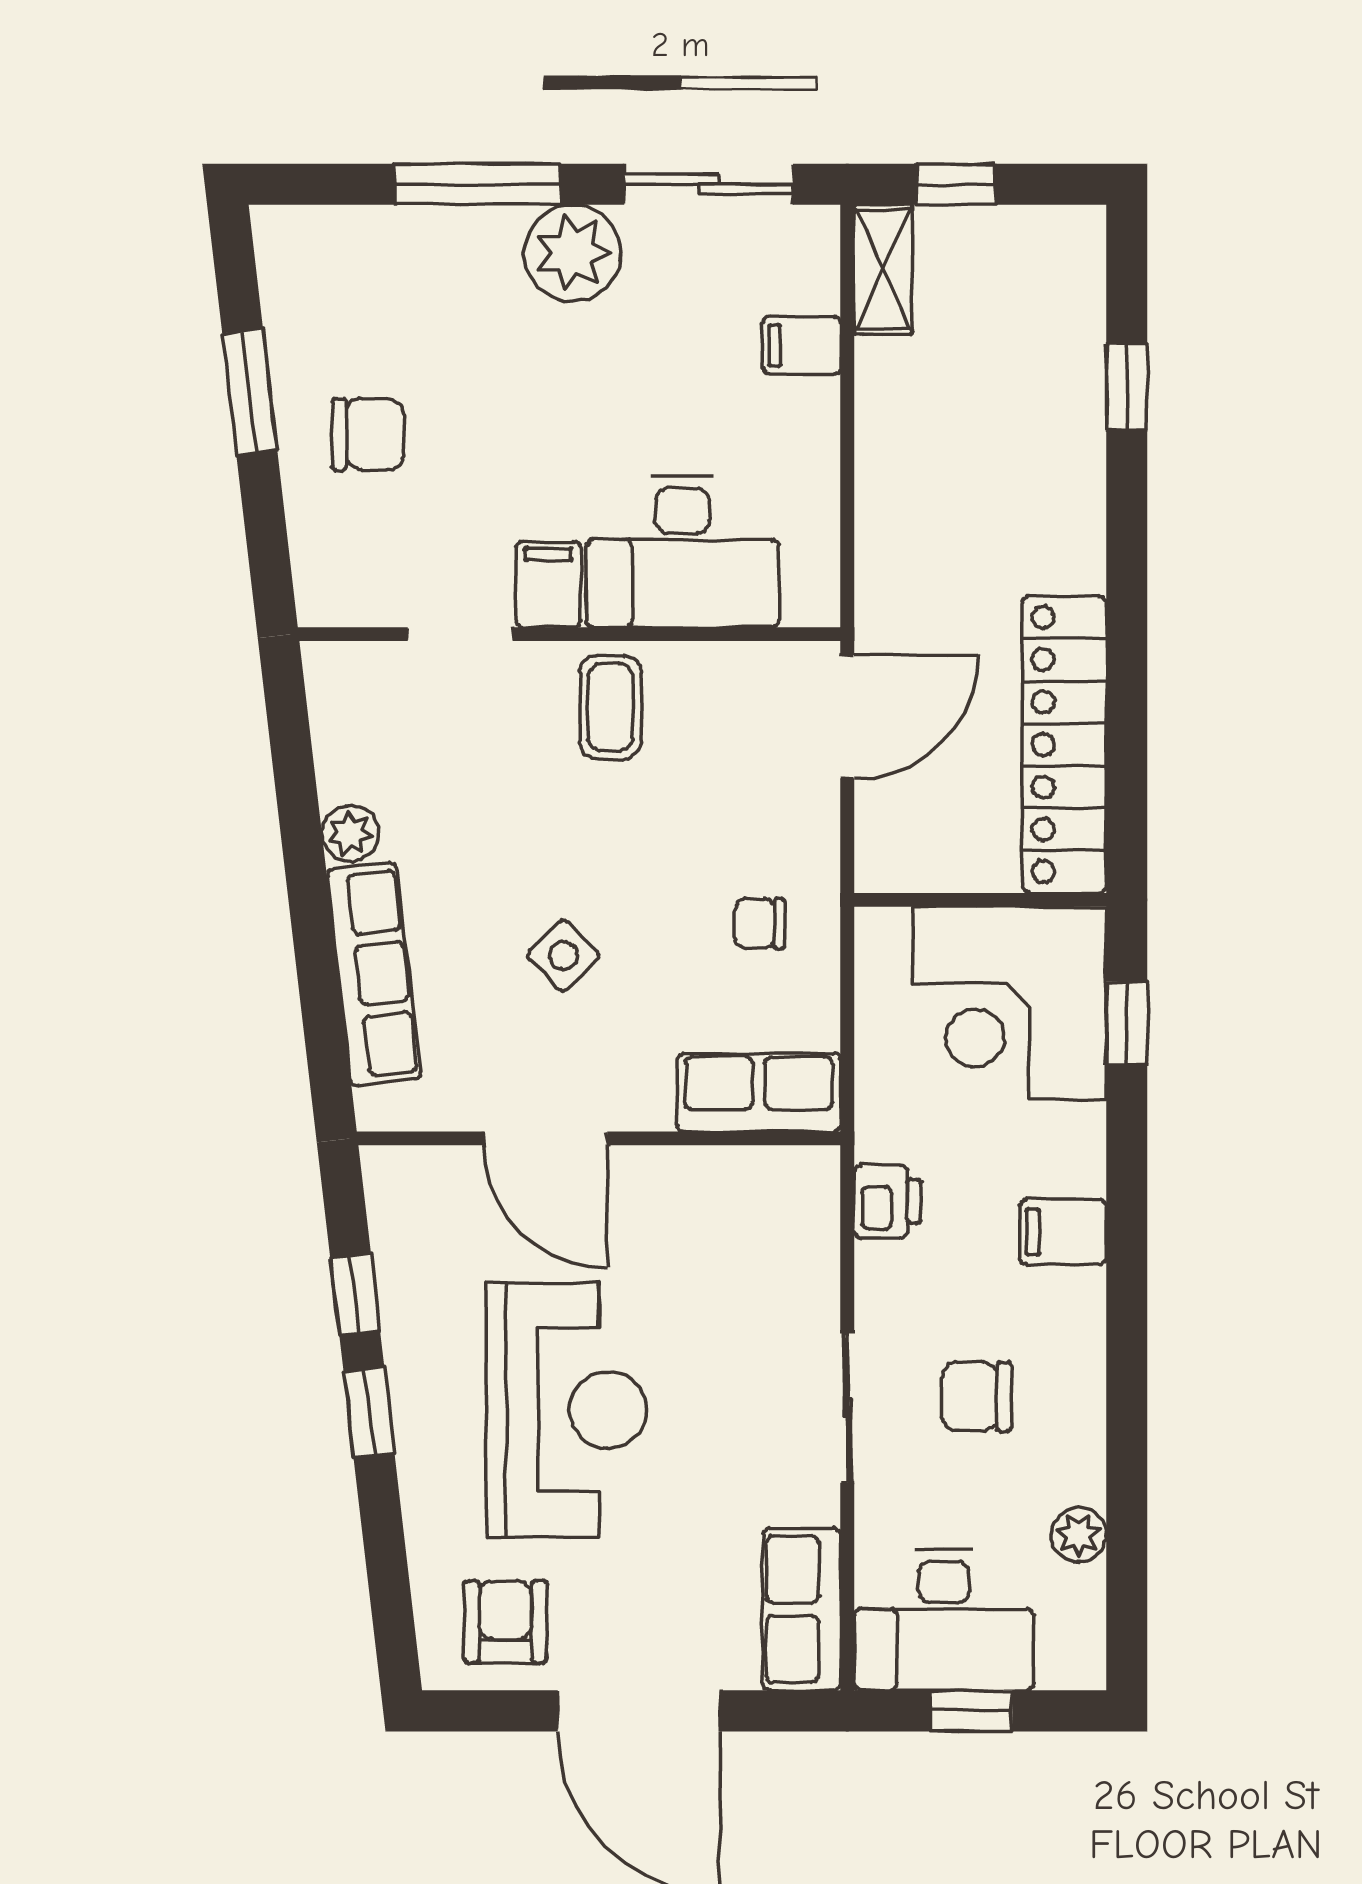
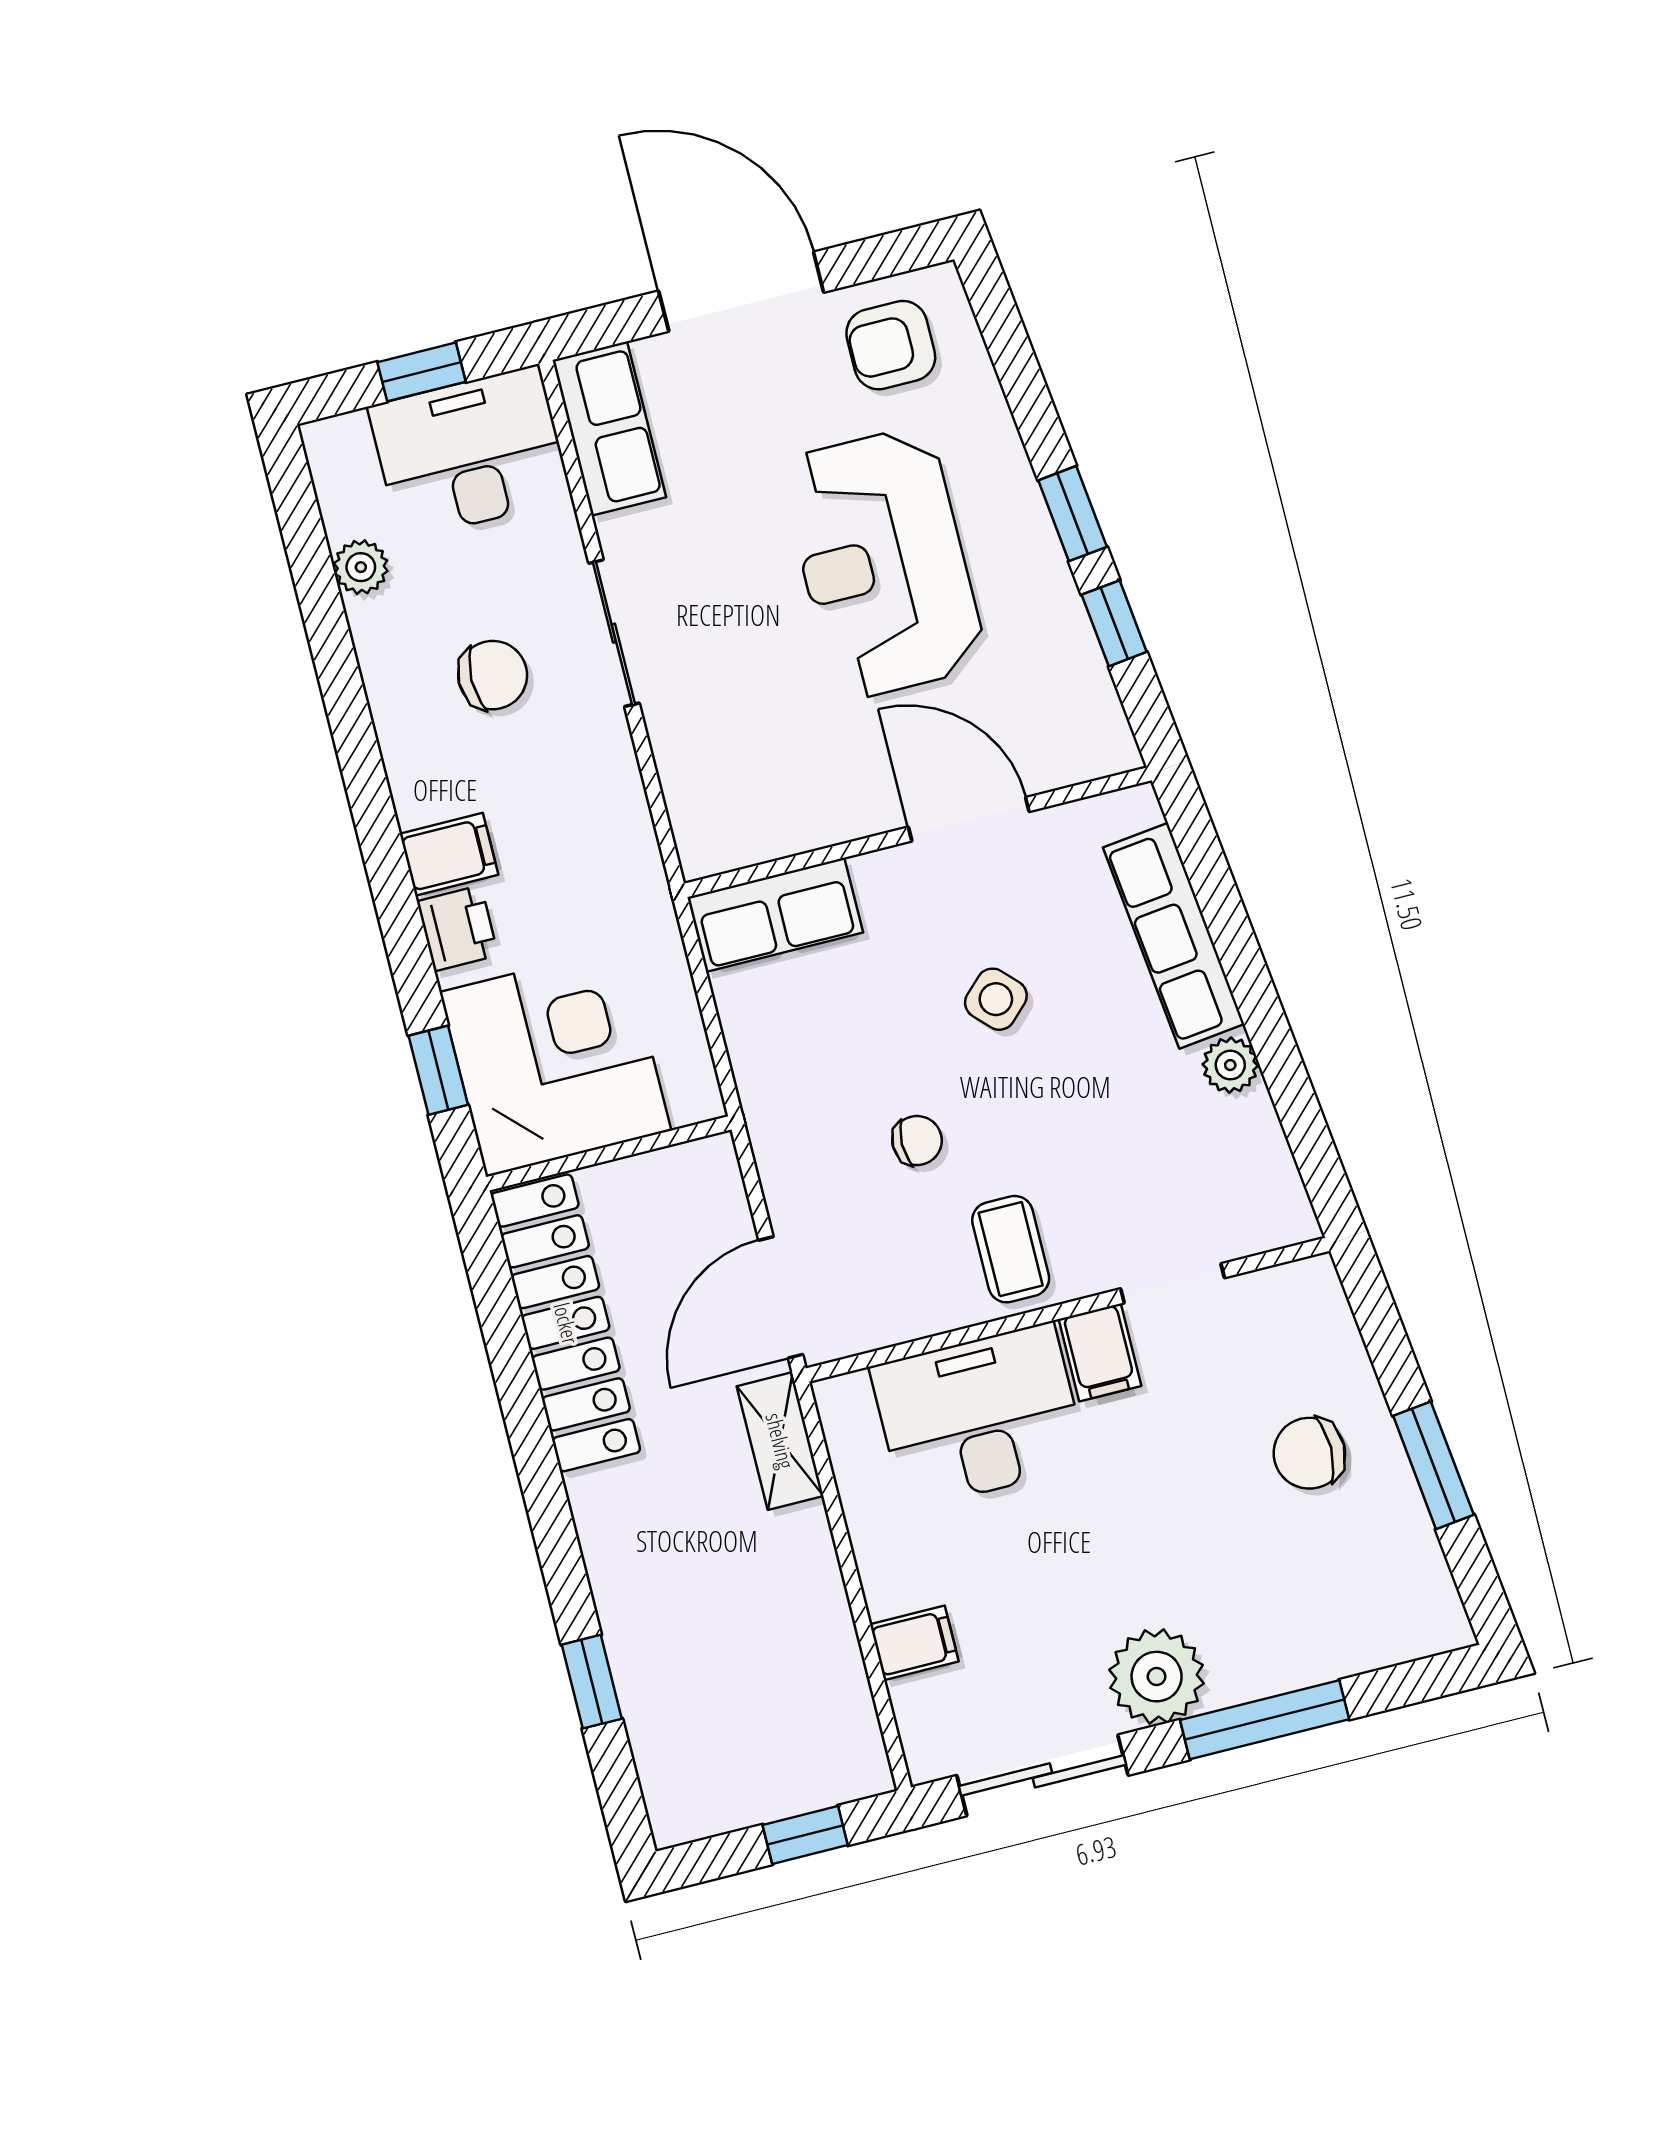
shelving: (883, 269) -> (780, 1441), moved
chair: (760, 924) -> (917, 1141), moved
printer: (887, 1201) -> (458, 928), moved, turned 180
armchair: (505, 1622) -> (891, 345), turned 90

